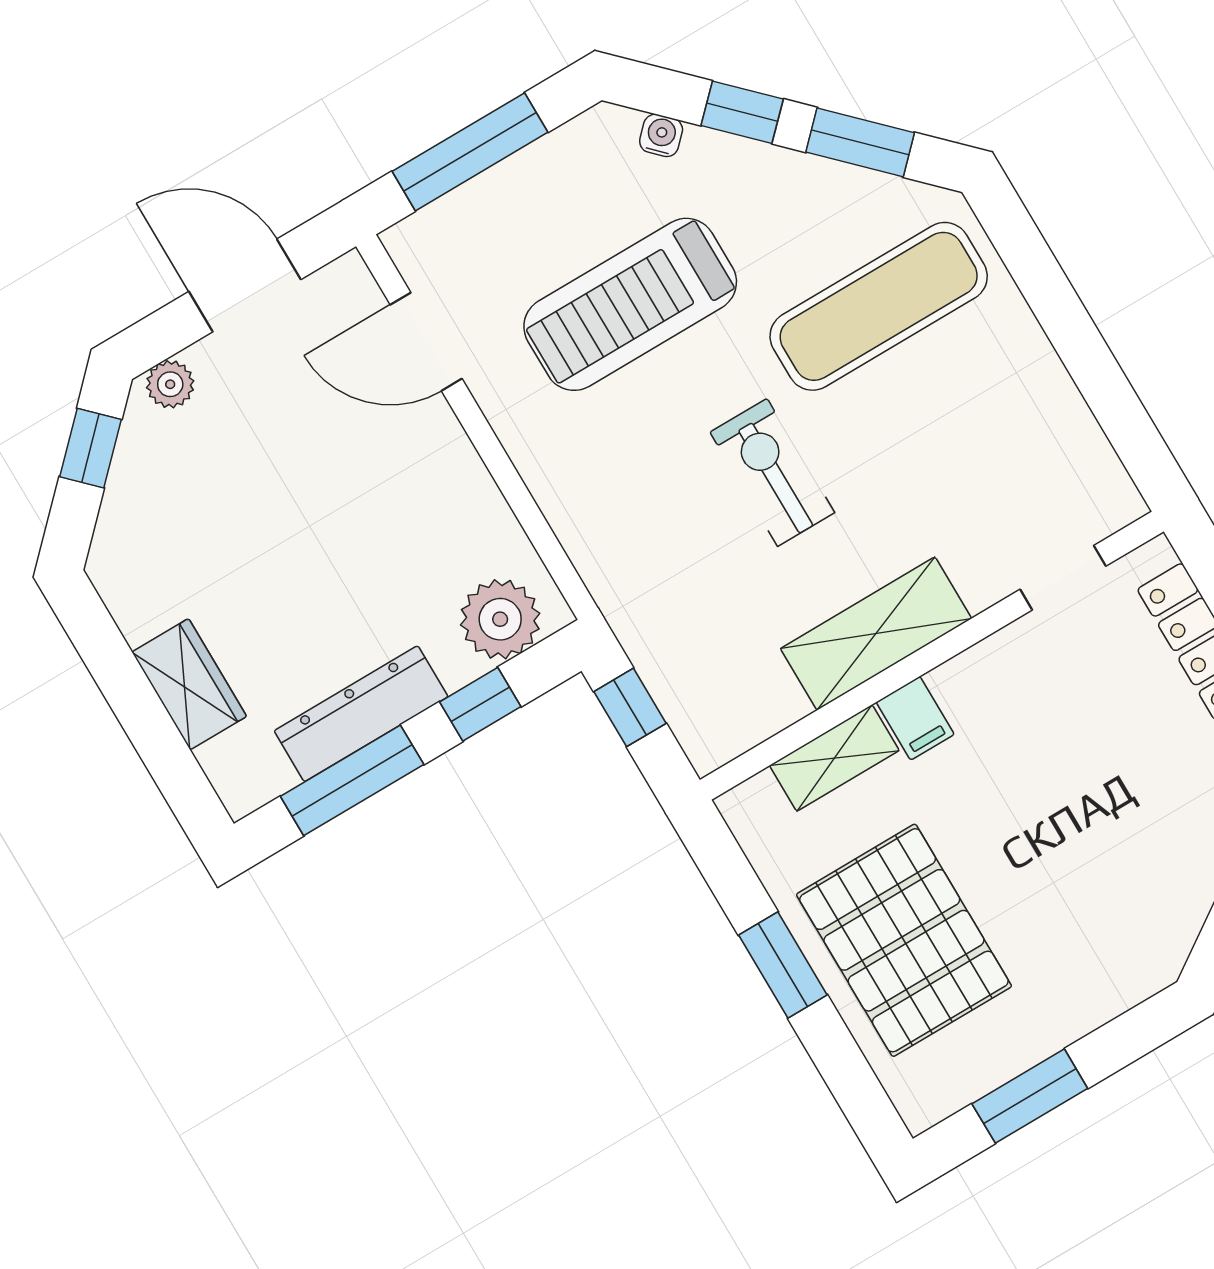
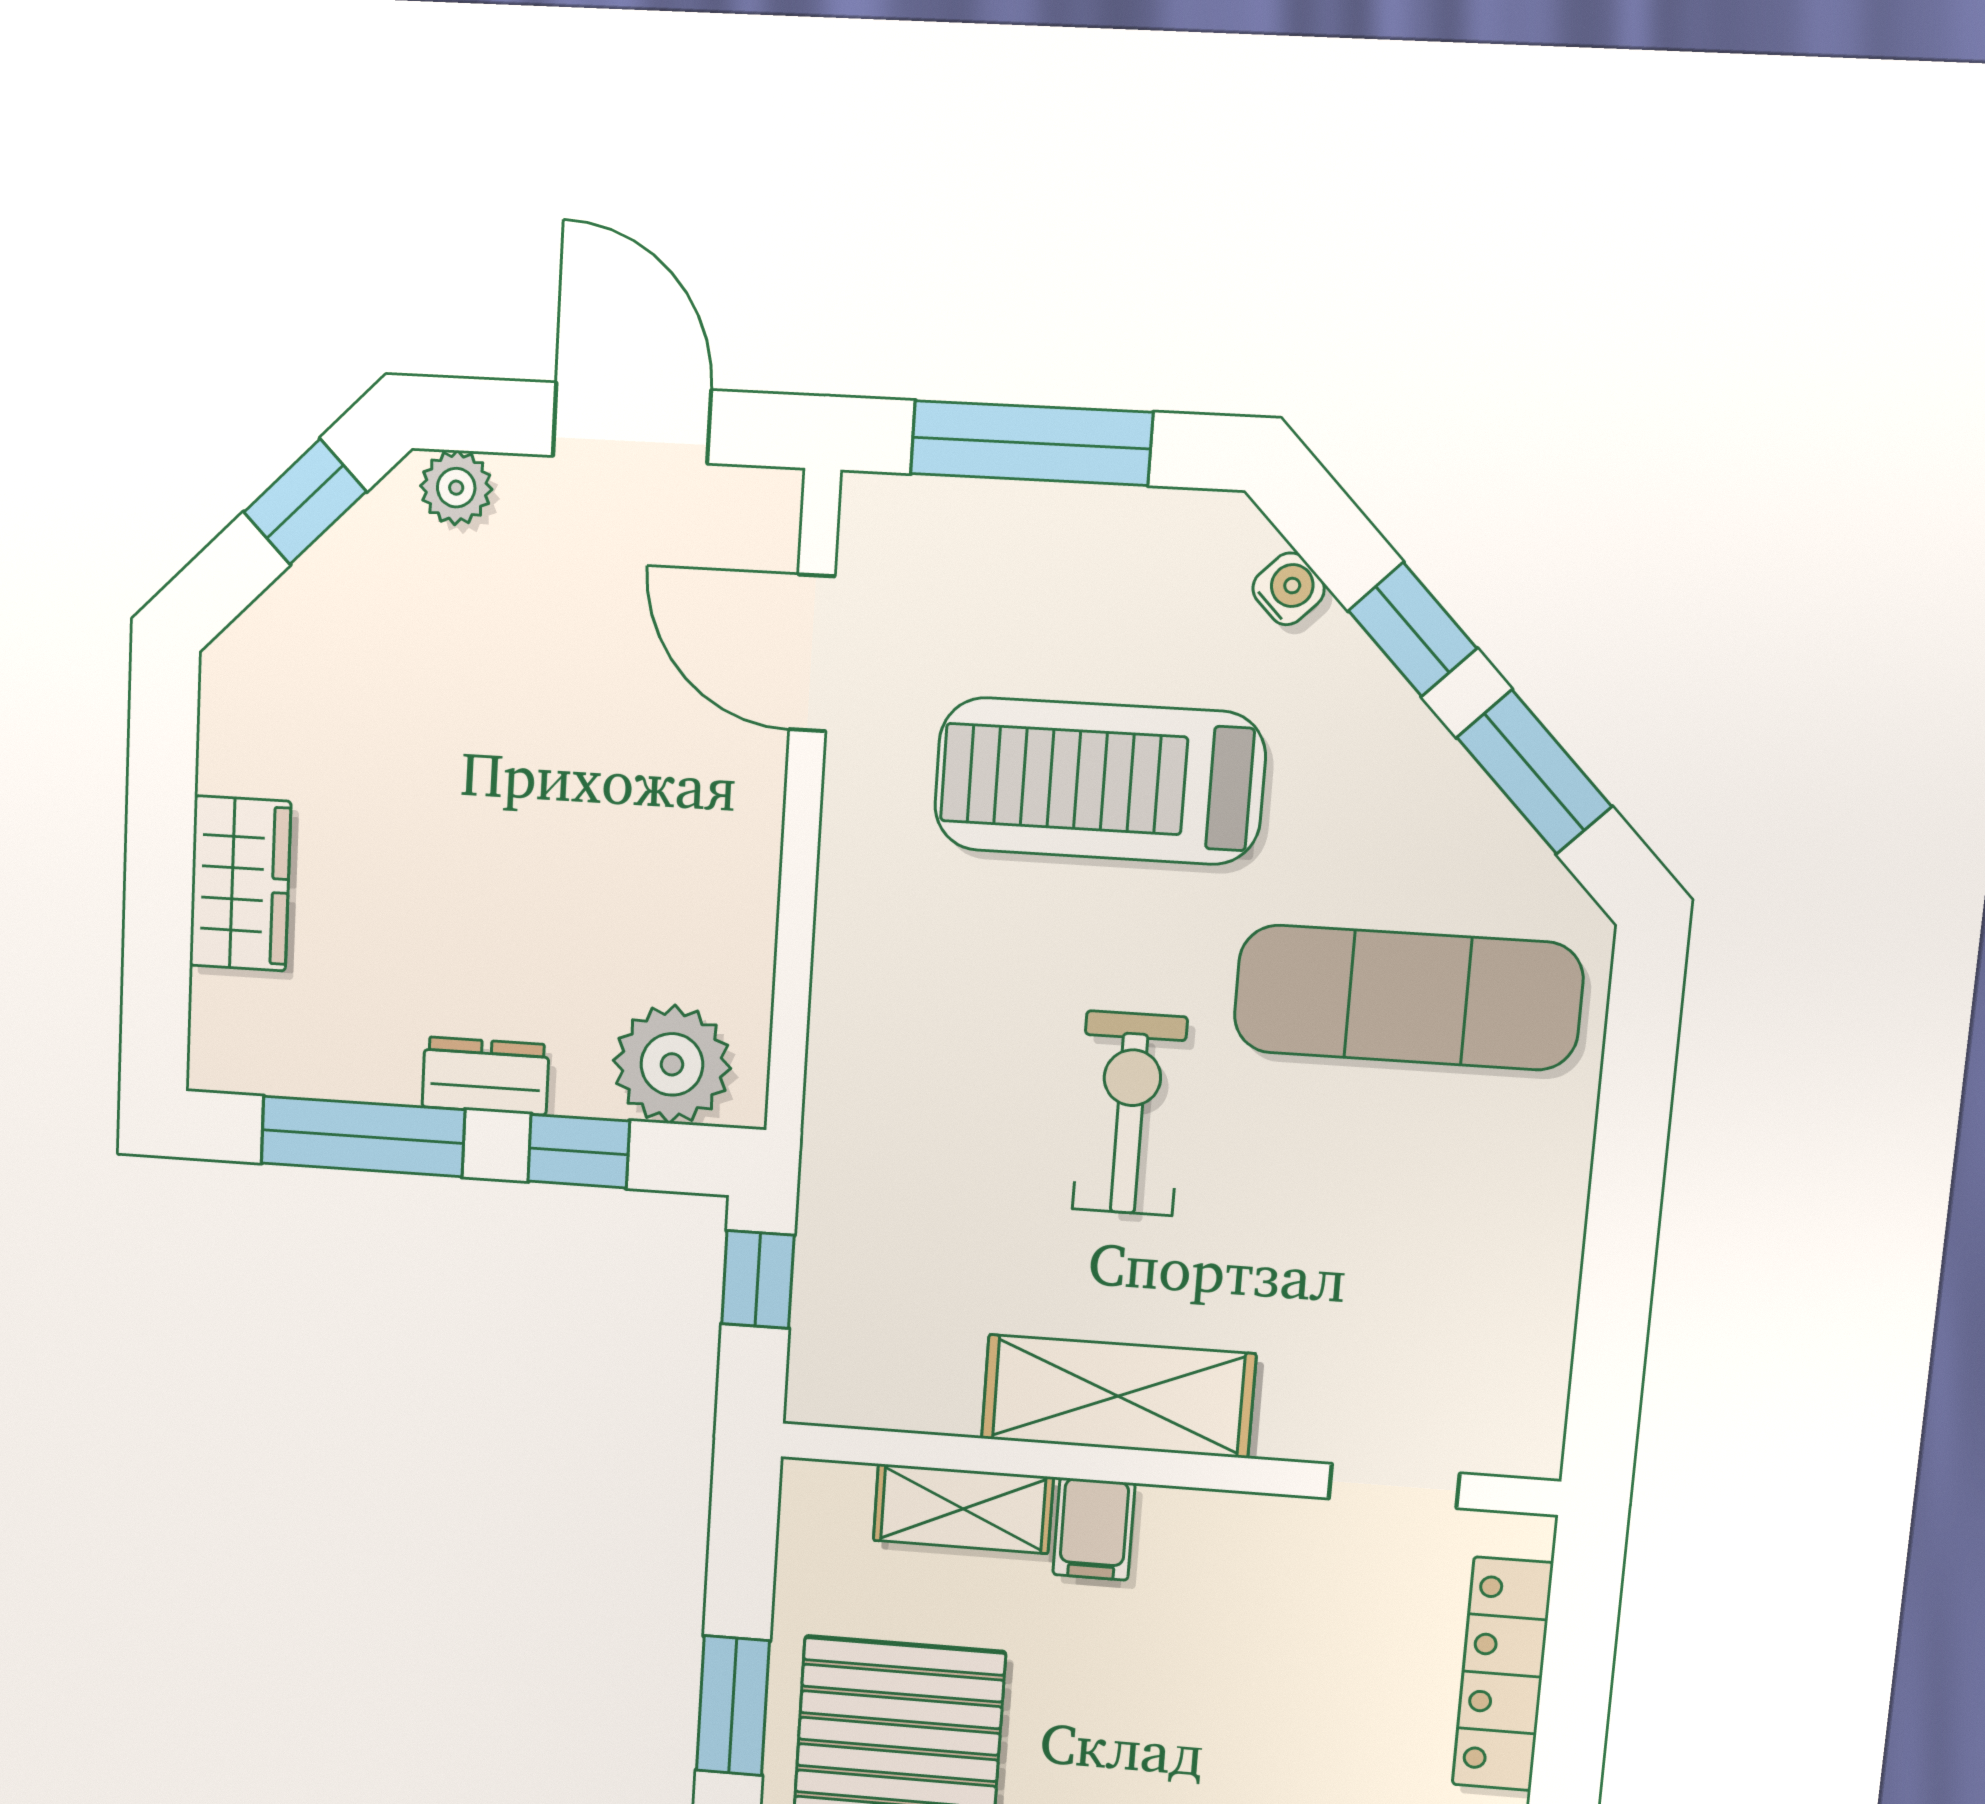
dresser: (361, 714) -> (485, 1076), width x0.51, depth x0.80

